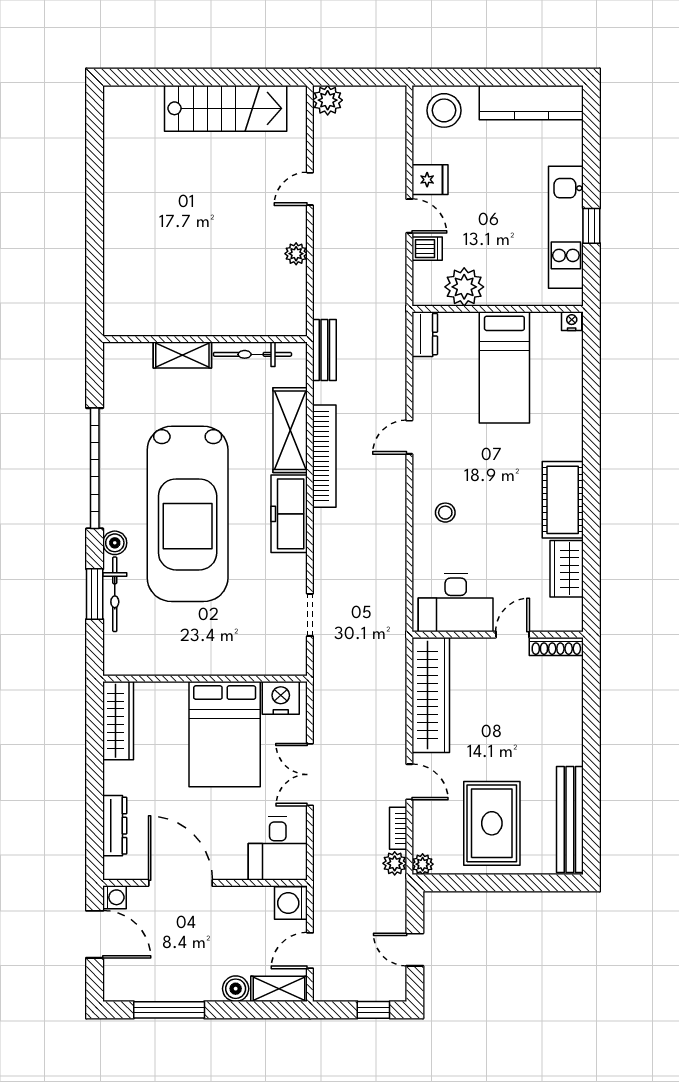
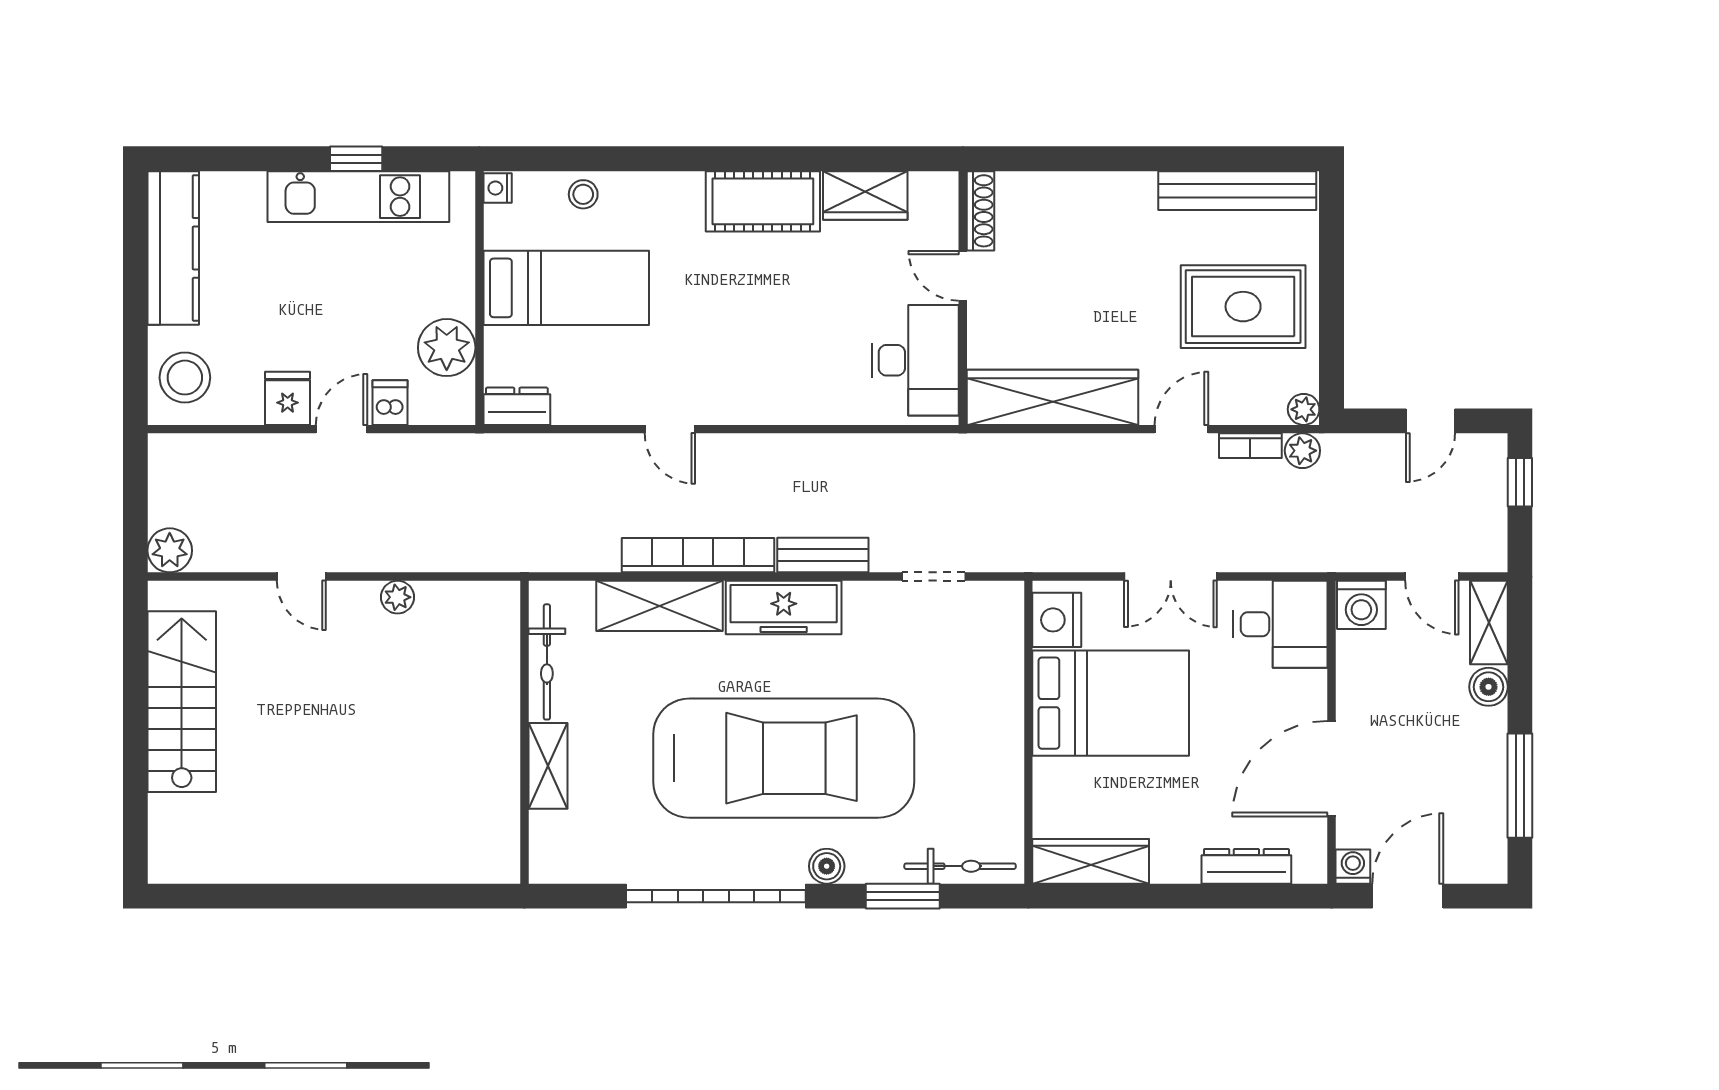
bench: (324, 350) -> (823, 555), moved
stool: (445, 513) -> (583, 194), moved
bicycle: (115, 594) -> (960, 866), moved

